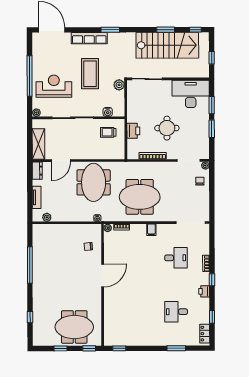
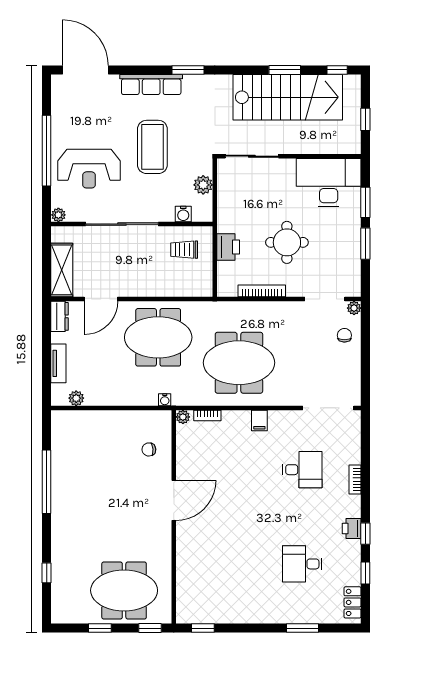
plant: (119, 85) -> (203, 185), moved
reception desk: (54, 86) -> (89, 169), turned 180
meeting table: (94, 182) -> (158, 337), turned 90
window: (212, 280) -> (365, 534), moved

